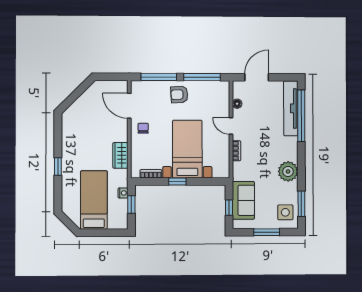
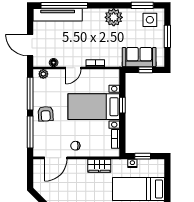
plant: (224, 92) -> (43, 74), added
window: (177, 182) -> (122, 105), moved

